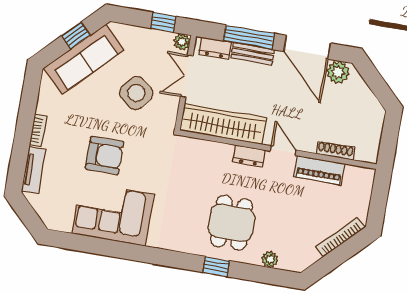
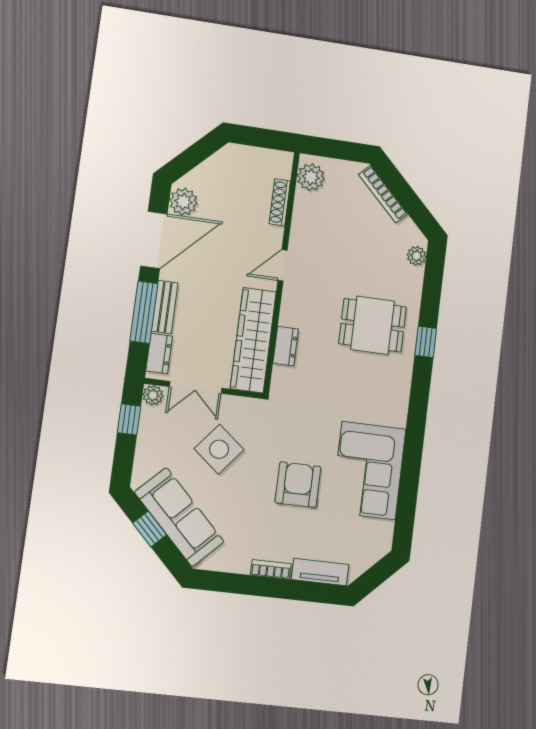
dresser: (249, 156) -> (286, 346), moved
piano: (319, 170) -> (304, 221), removed
plant: (356, 177) -> (311, 177), added
plant: (270, 259) -> (417, 256), moved

